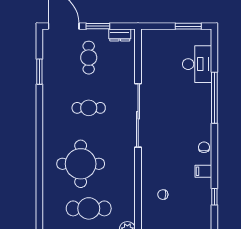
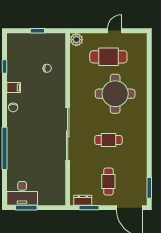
window: (98, 26) -> (89, 208), moved
desk: (197, 64) -> (22, 193), moved, turned -90
window: (39, 72) -> (149, 188), moved

